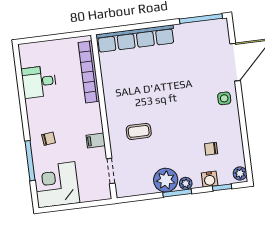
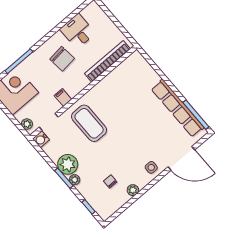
row of seats: (136, 39) -> (178, 108), moved
coffee table: (139, 131) -> (89, 123), width x1.86, depth x1.72
chair: (49, 139) -> (62, 59), moved, width x1.87, depth x1.87
plant: (240, 173) -> (133, 190), moved
water cooler: (210, 179) -> (41, 139), moved
plant: (98, 194) -> (27, 124), added

